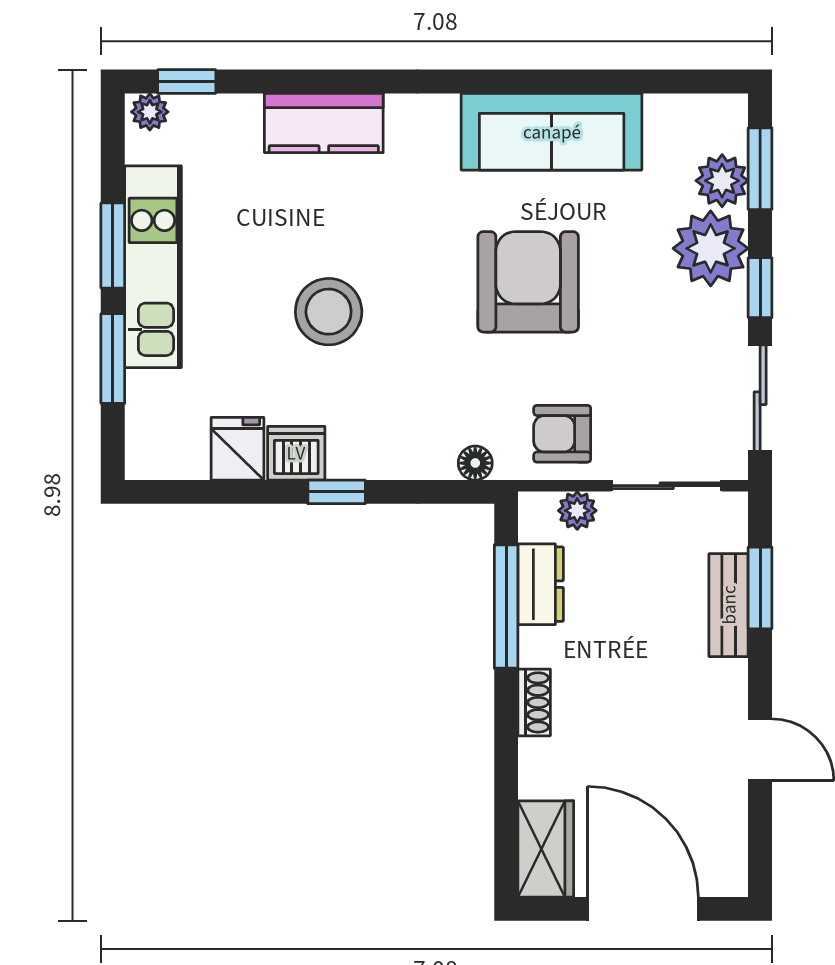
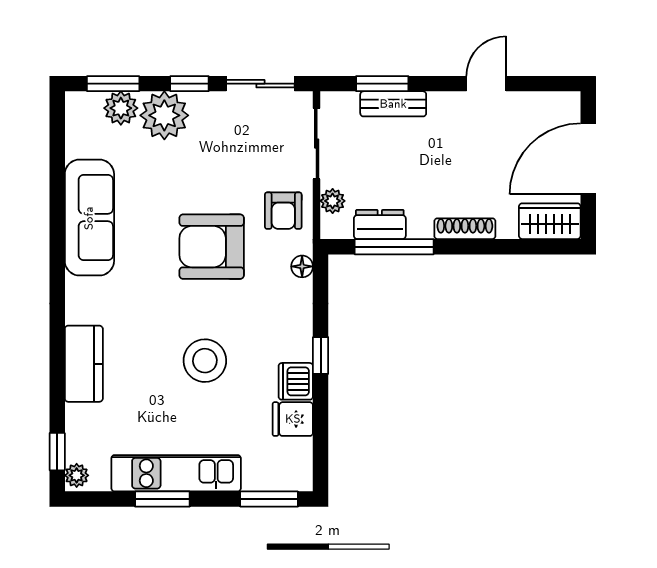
armchair: (528, 282) -> (212, 247), moved
window: (113, 358) -> (269, 499), moved
shoe rack: (534, 702) -> (465, 229), width x1.43

